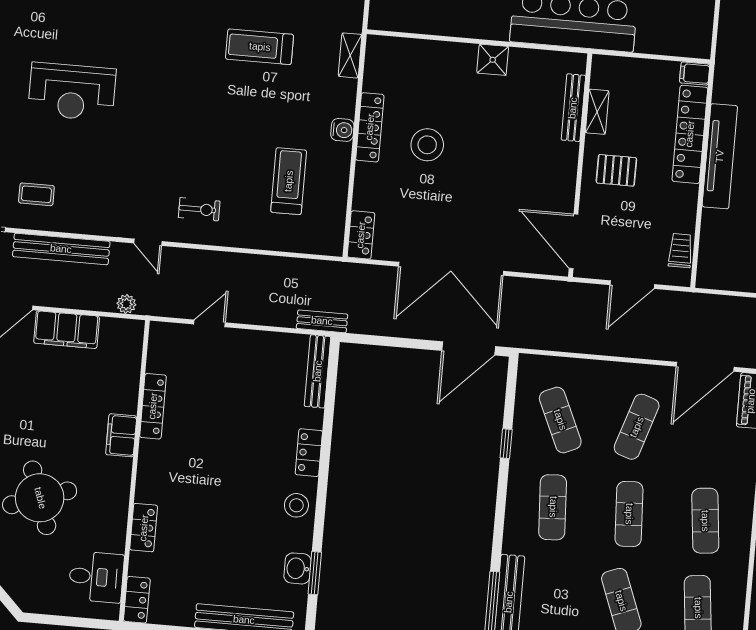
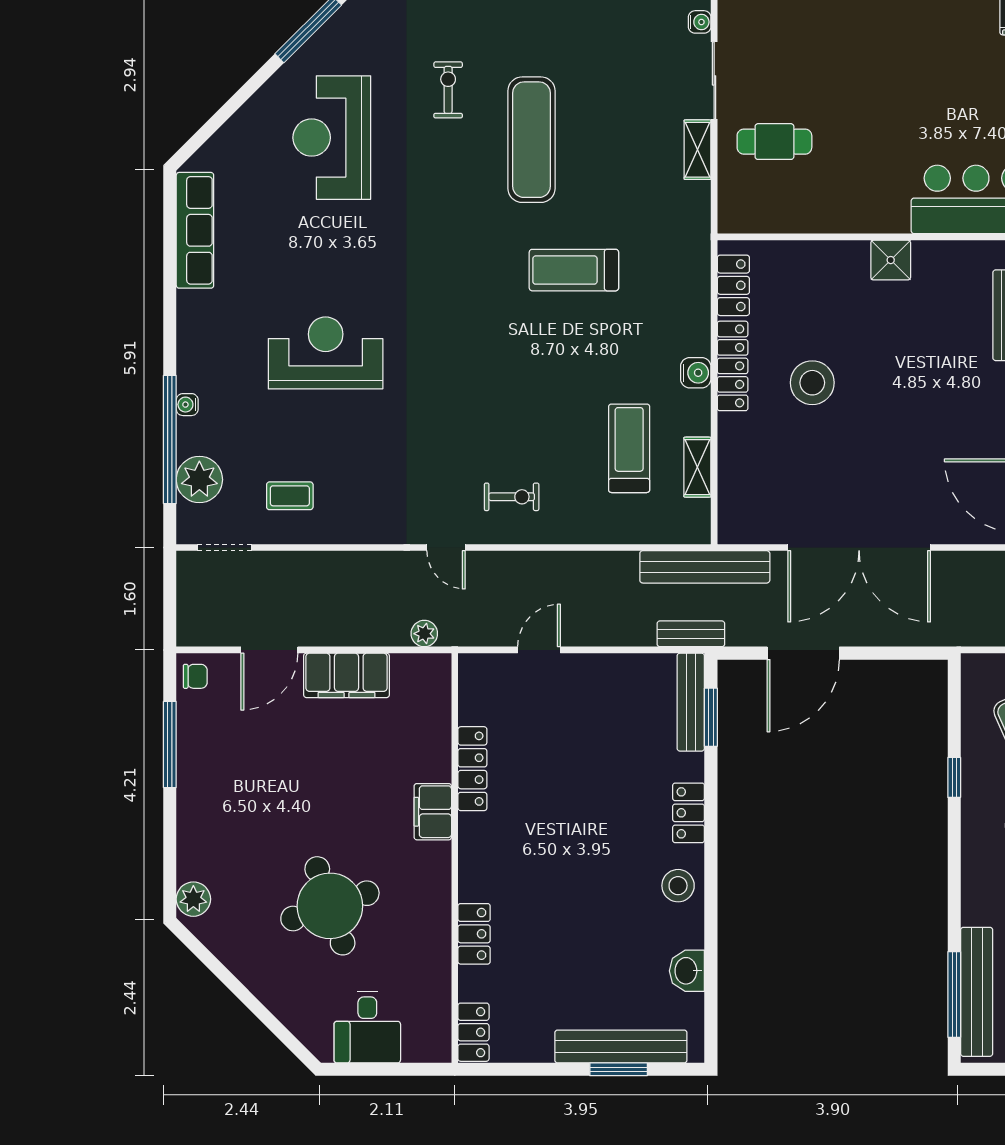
shelving: (350, 55) -> (697, 467), moved
reception desk: (72, 92) -> (326, 353), turned 180
locker: (361, 235) -> (733, 285), moved
bench: (61, 249) -> (705, 567), moved
door: (469, 348) -> (803, 653), moved
window: (315, 573) -> (711, 717), moved
desk: (96, 577) -> (367, 1027), moved, turned 90

